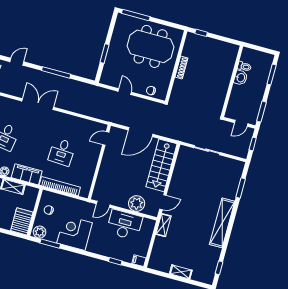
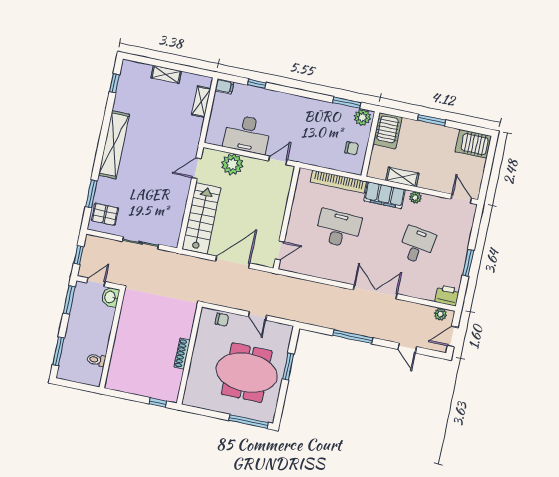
meeting table: (151, 46) -> (247, 373), moved
door: (17, 62) -> (407, 348), hinge flipped
washbasin: (241, 78) -> (110, 297), moved
double door: (38, 104) -> (375, 292), swing flipped
desk: (62, 152) -> (338, 229), width x1.37
pallet: (232, 172) -> (105, 214), added
shelving: (163, 225) -> (201, 102), moved
corner desk: (75, 233) -> (314, 119), removed

